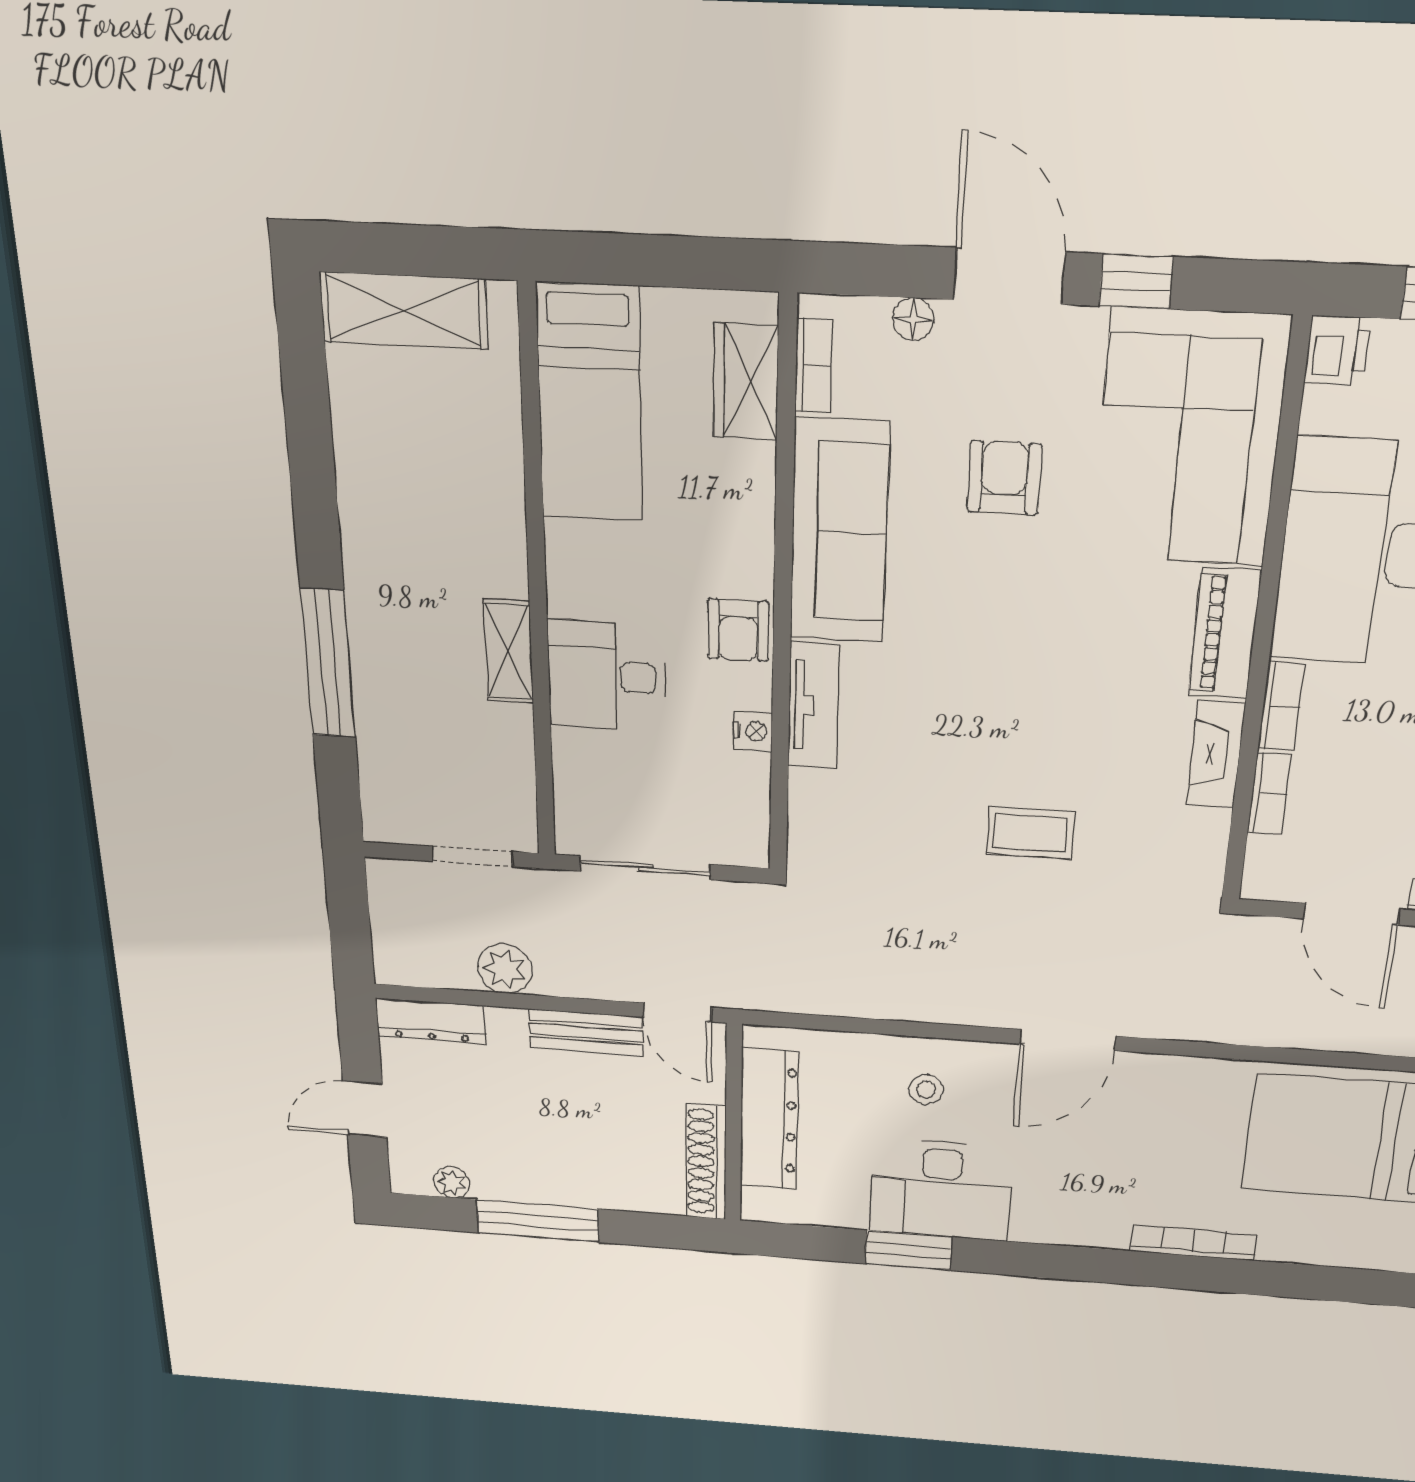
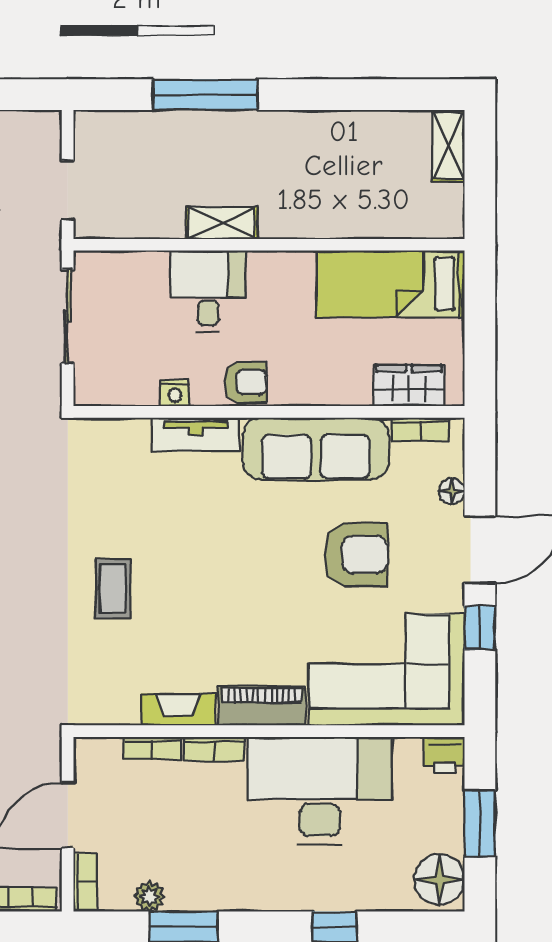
shelving: (404, 311) -> (448, 146), width x0.67, depth x0.75
armchair: (1004, 478) -> (356, 555), width x1.38, depth x1.38
armchair: (738, 630) -> (246, 382), turned 180

